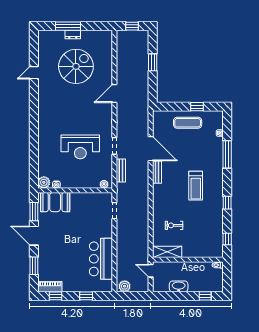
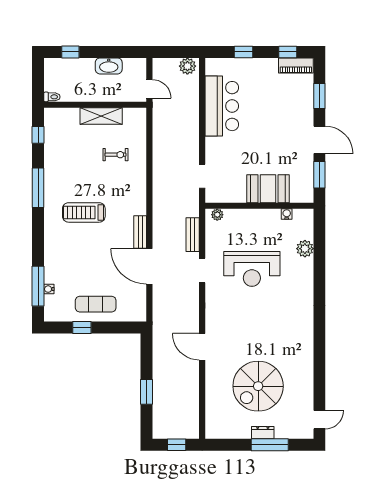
door: (34, 73) -> (319, 420), moved
door: (114, 93) -> (202, 347), swing flipped
reception desk: (80, 147) -> (252, 269), turned 180
window: (227, 154) -> (38, 286), moved
plant: (44, 182) -> (305, 249), moved
treadmill: (196, 186) -> (84, 212), turned -90
booth: (55, 202) -> (268, 189), moved
window: (227, 203) -> (38, 188), width x2.17
shelving: (167, 252) -> (101, 116), moved

